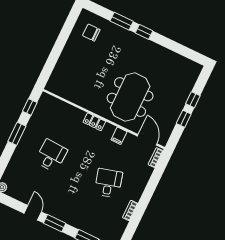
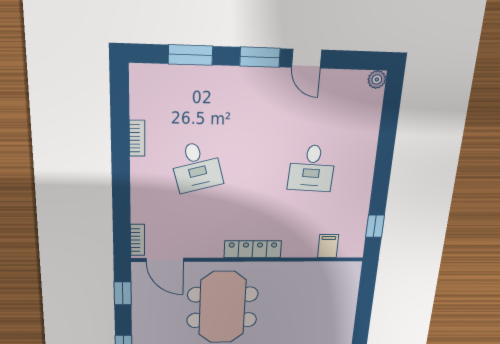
window: (184, 119) -> (123, 293), moved
locker: (94, 122) -> (253, 249), width x1.53
window: (17, 134) -> (382, 177), removed
filing cabinet: (119, 136) -> (328, 246), moved

